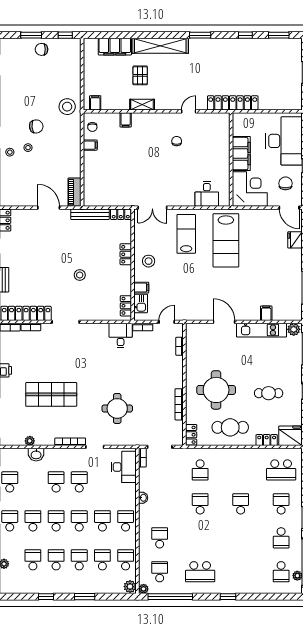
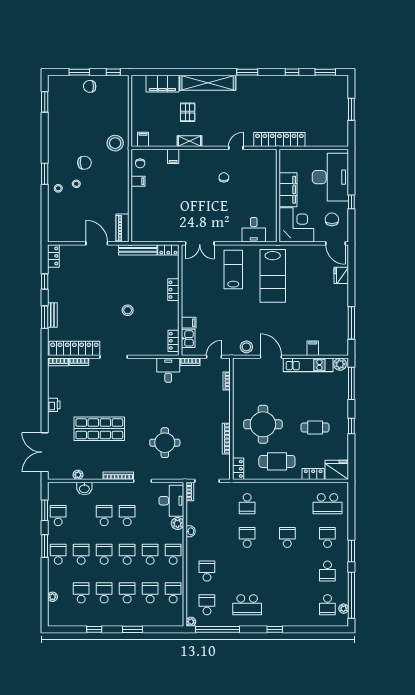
stool: (149, 261) -> (246, 347), moved
plant: (130, 587) -> (178, 523), moved

